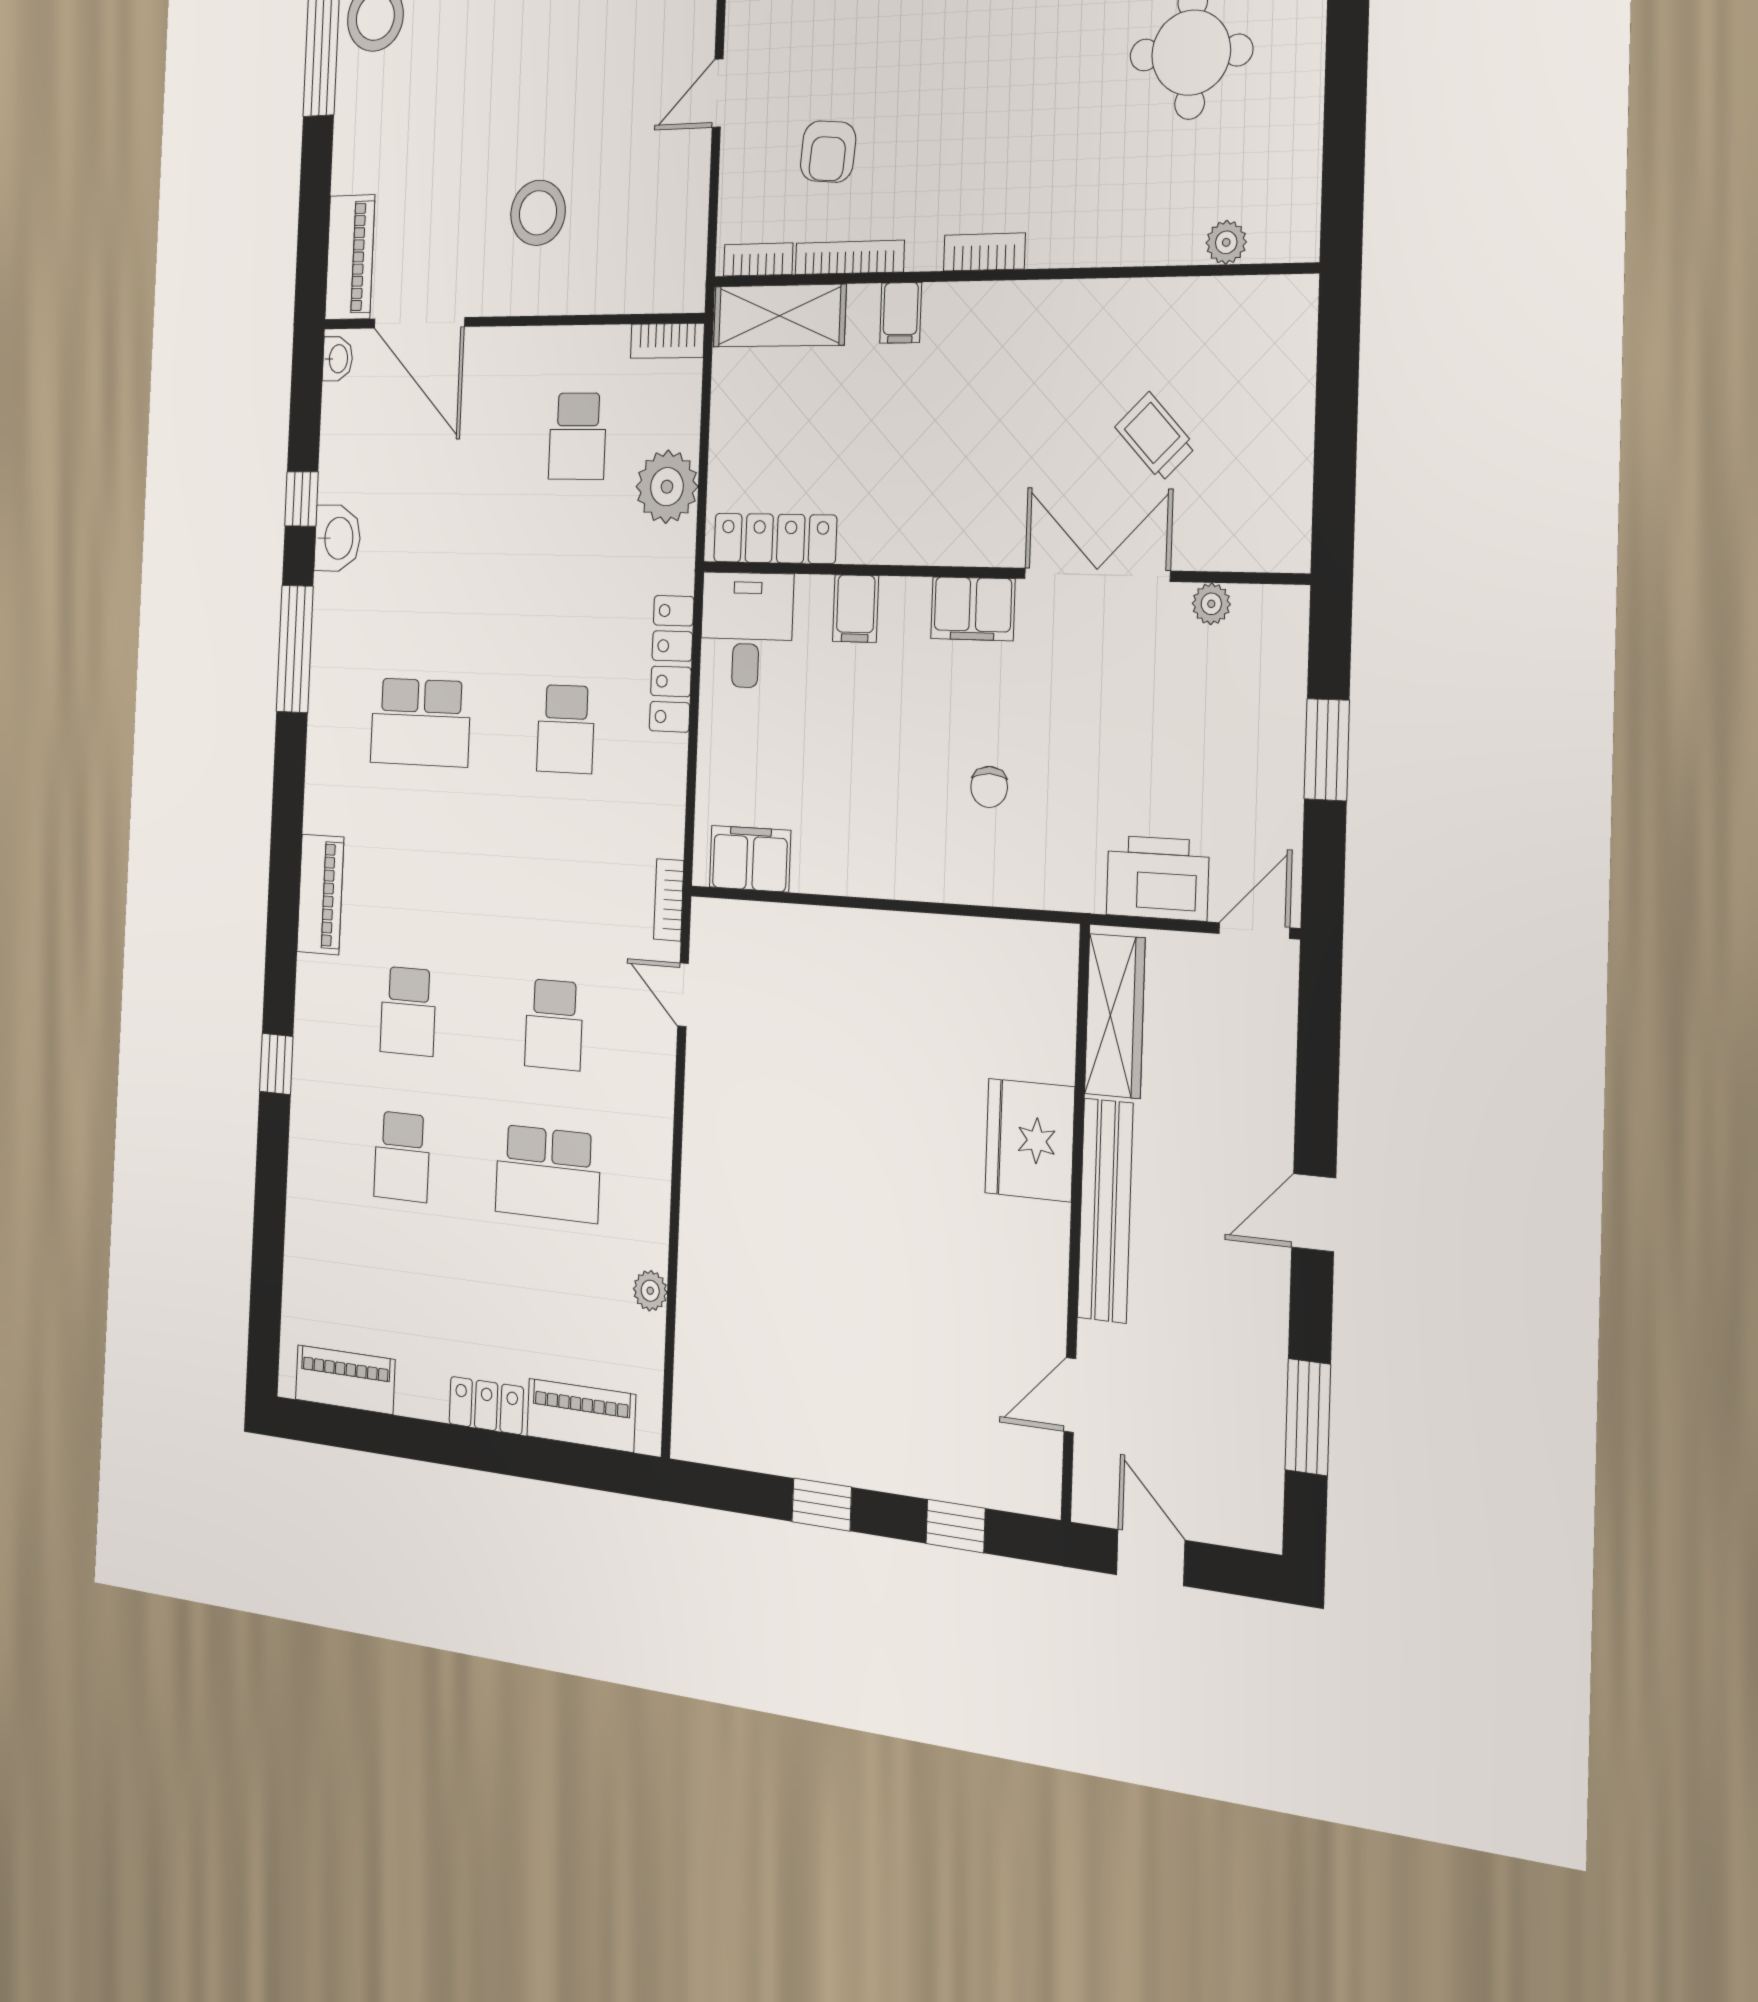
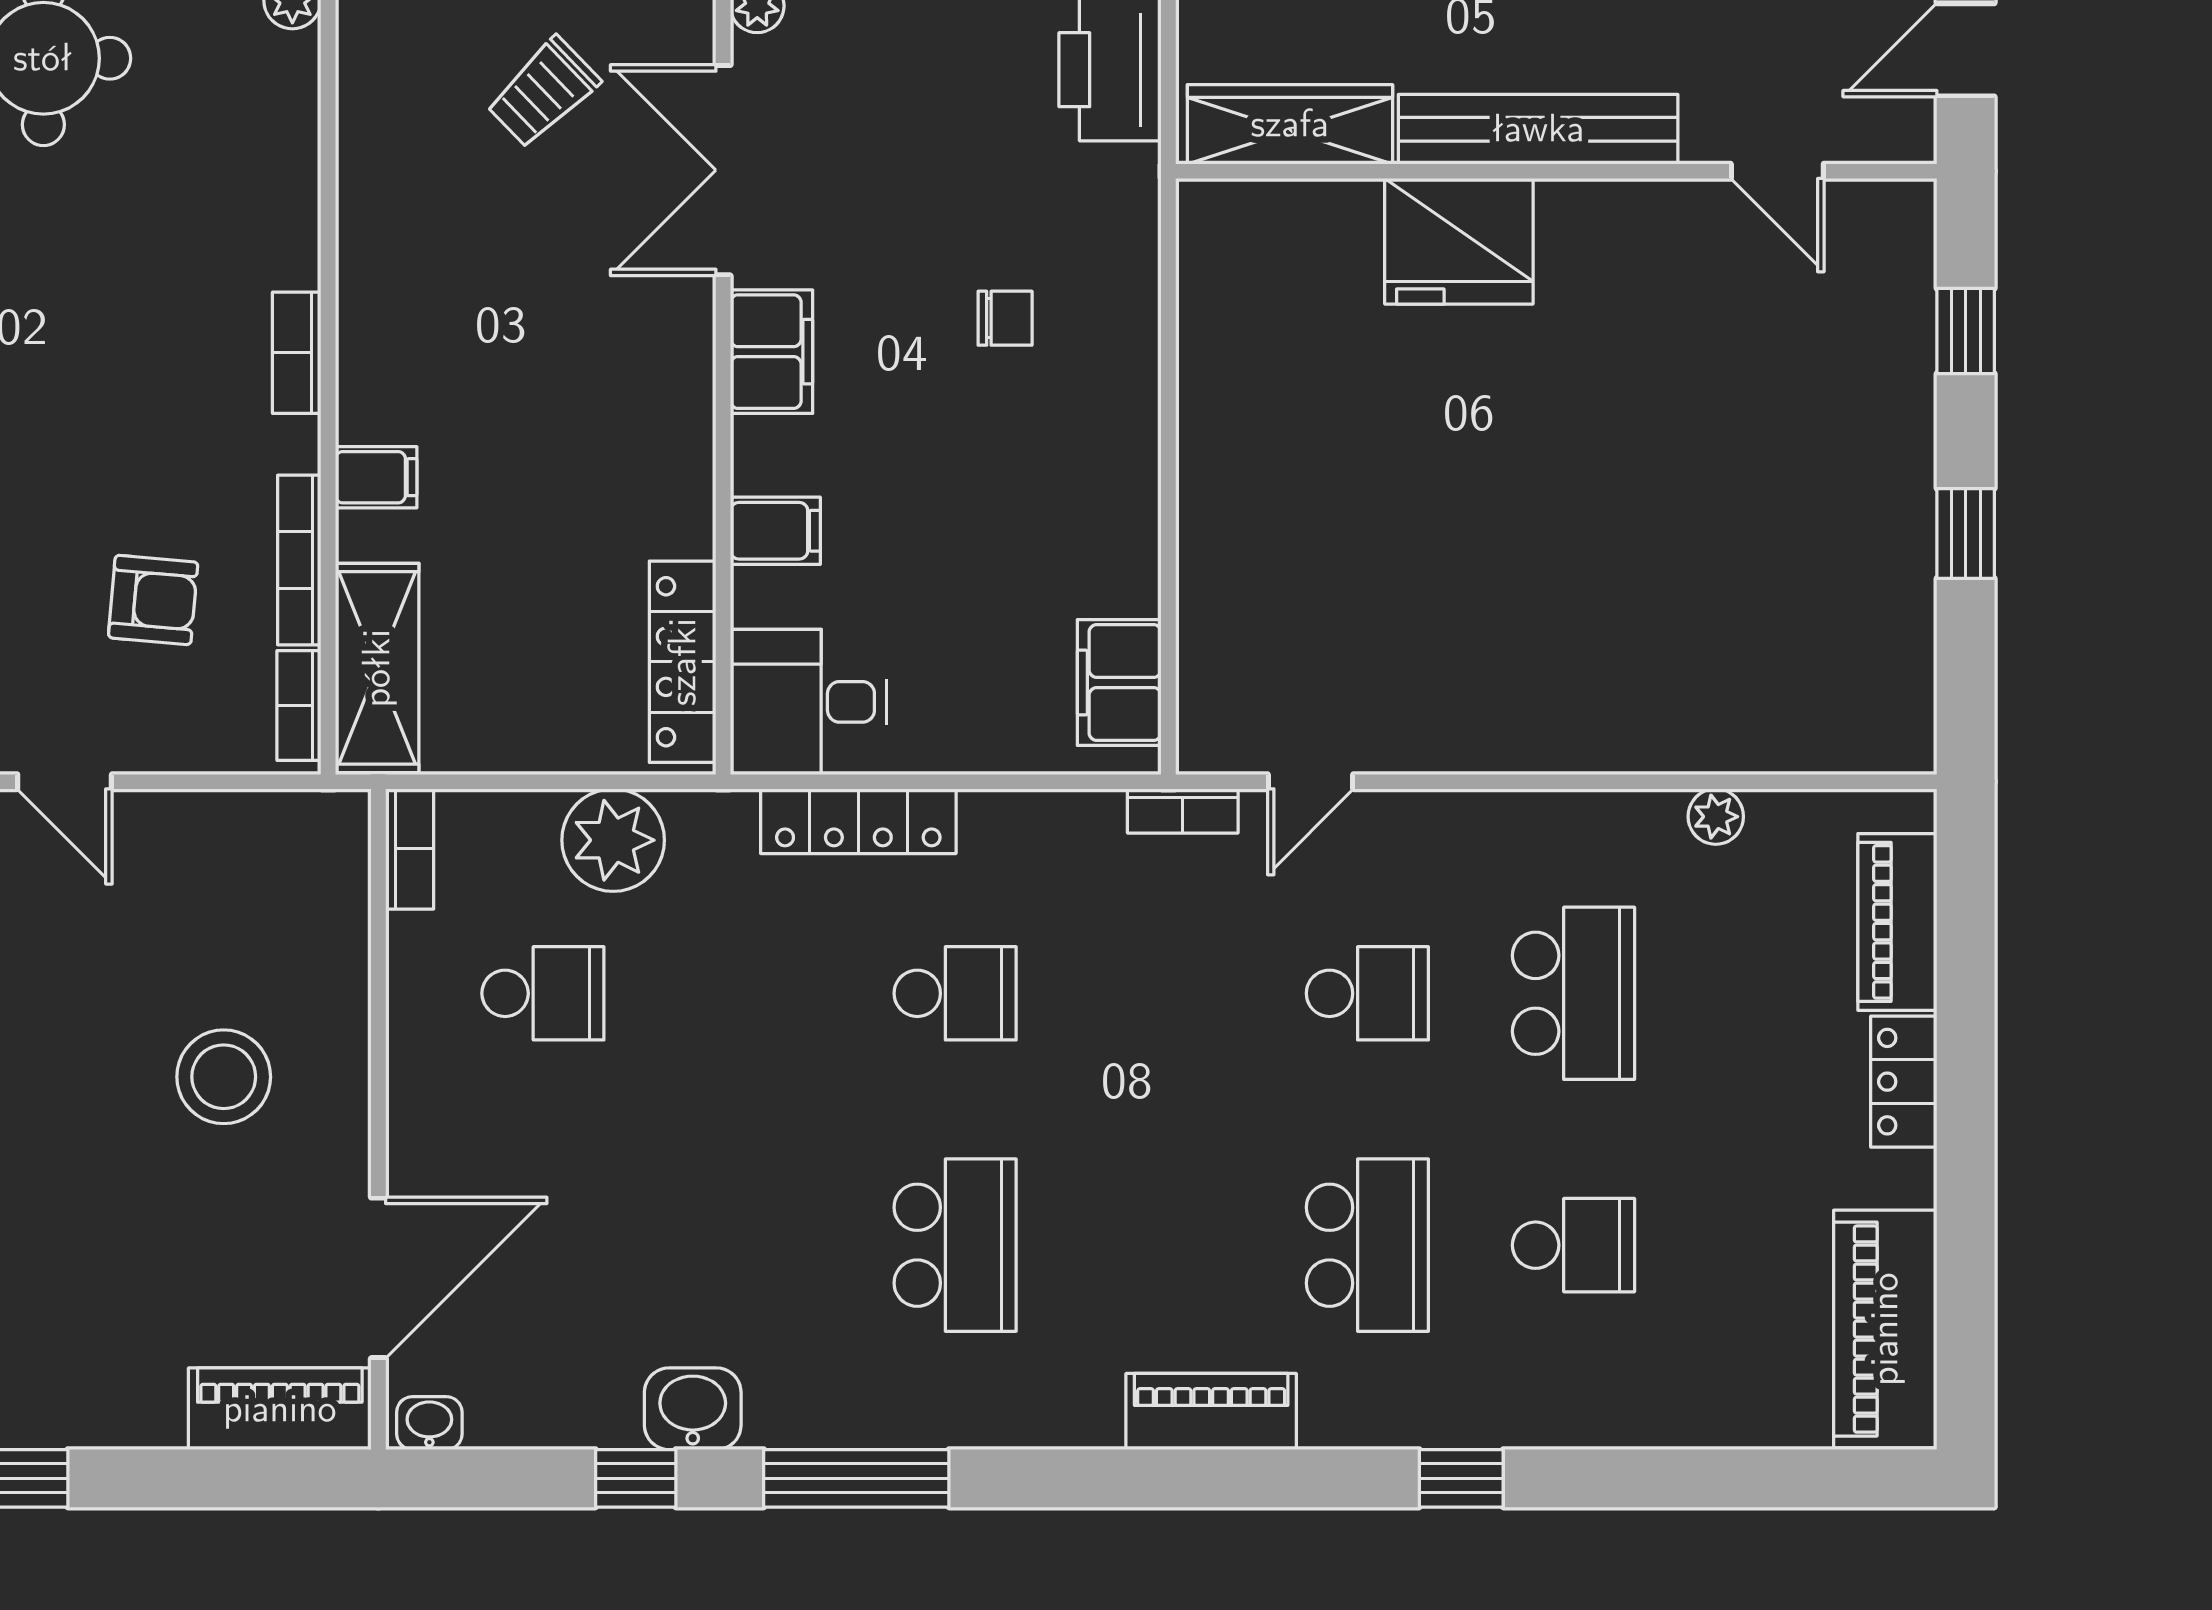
school desk: (408, 1011) -> (1367, 1245), width x1.85
piano: (345, 1380) -> (1885, 1329), width x1.37, depth x1.33

